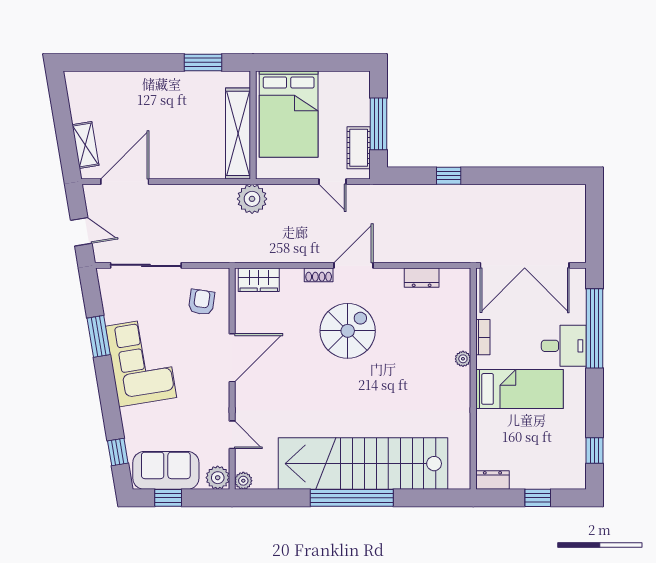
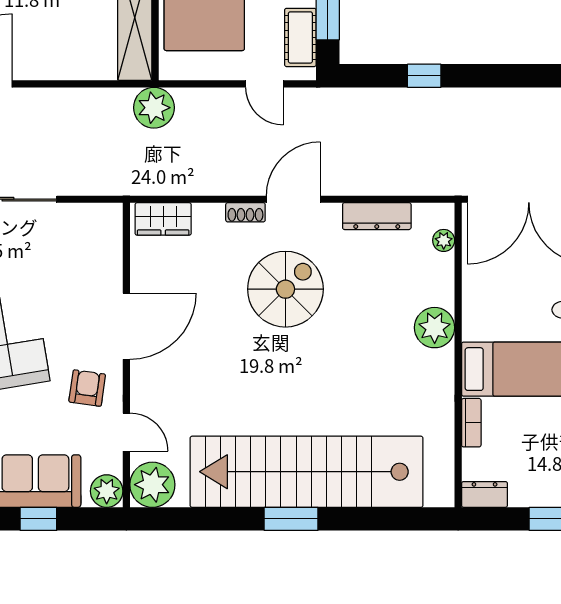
dresser: (422, 278) -> (377, 216), width x1.44
plant: (463, 295) -> (444, 240), added
armchair: (202, 302) -> (87, 388), moved
bookcase: (483, 337) -> (471, 423), moved
plant: (463, 359) -> (435, 328), width x1.87, depth x1.87
plant: (243, 481) -> (152, 485), width x1.87, depth x1.87
window: (352, 498) -> (291, 519), width x0.47

